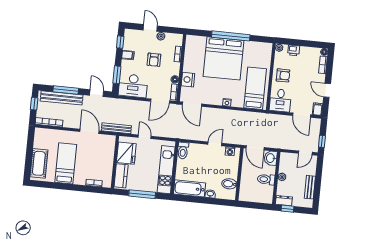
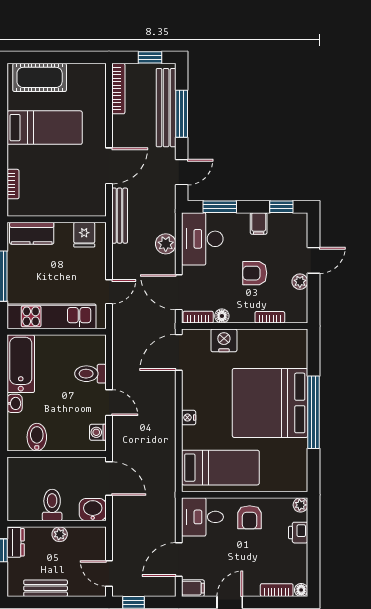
plant: (134, 105) -> (166, 244), added
door: (145, 137) -> (109, 292), moved
door: (255, 148) -> (109, 479), swing flipped
toilet: (183, 151) -> (90, 374), moved
fridge: (126, 153) -> (84, 235), width x0.53, depth x0.75

